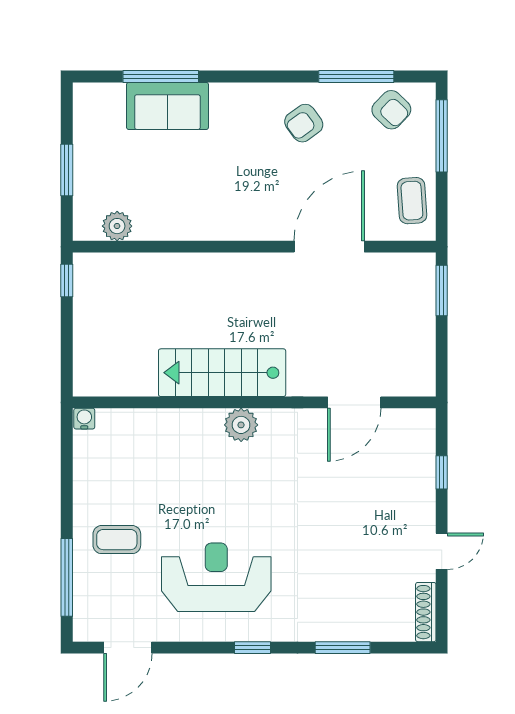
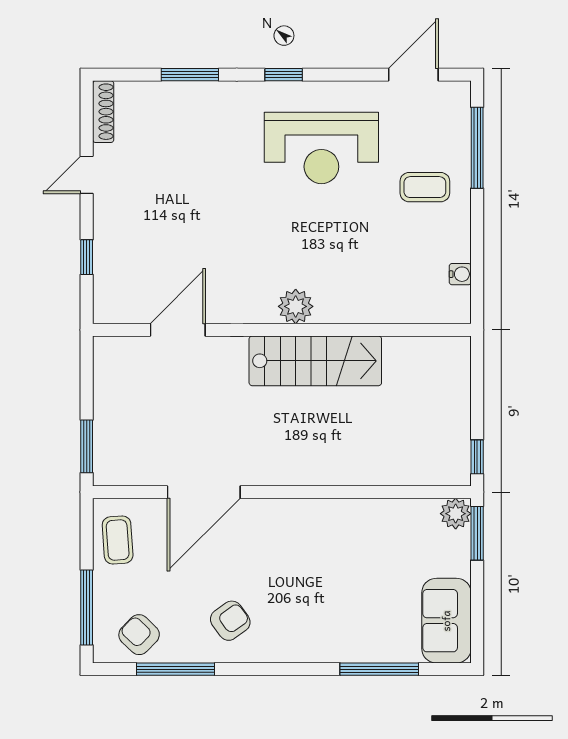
sofa: (167, 106) -> (446, 621), moved, turned -90
window: (67, 170) -> (477, 533), moved
plant: (117, 226) -> (456, 514), moved
water cooler: (84, 419) -> (460, 274), moved, turned -90

